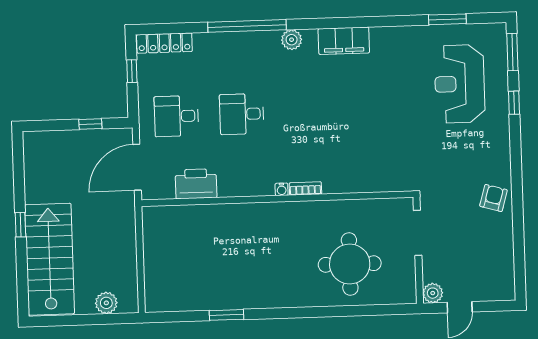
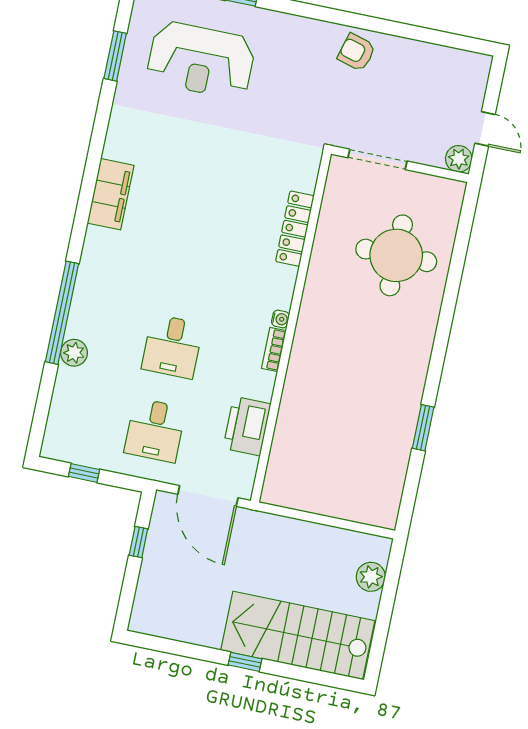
plant: (292, 40) -> (74, 353), moved
locker: (164, 43) -> (295, 229), moved, turned 180
bookcase: (305, 188) -> (274, 349), moved

